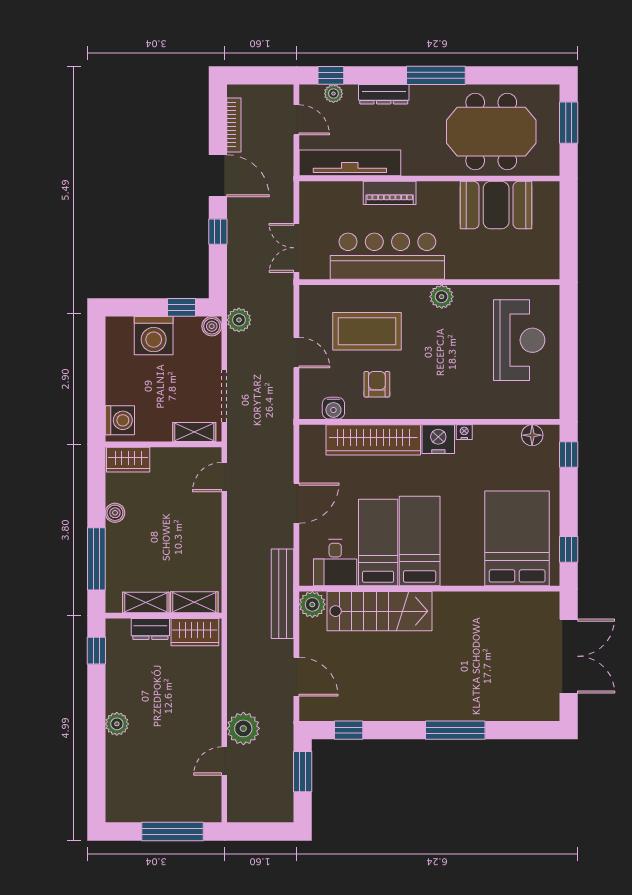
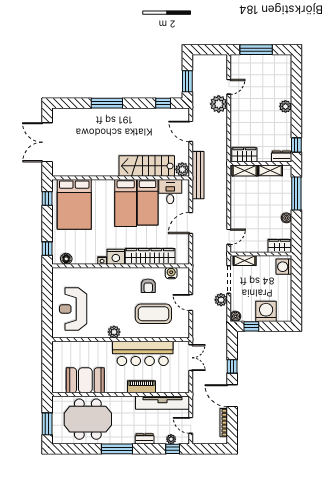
dresser: (384, 94) -> (145, 439), width x0.70
plant: (239, 320) -> (221, 300), moved
dresser: (150, 629) -> (282, 157), moved

